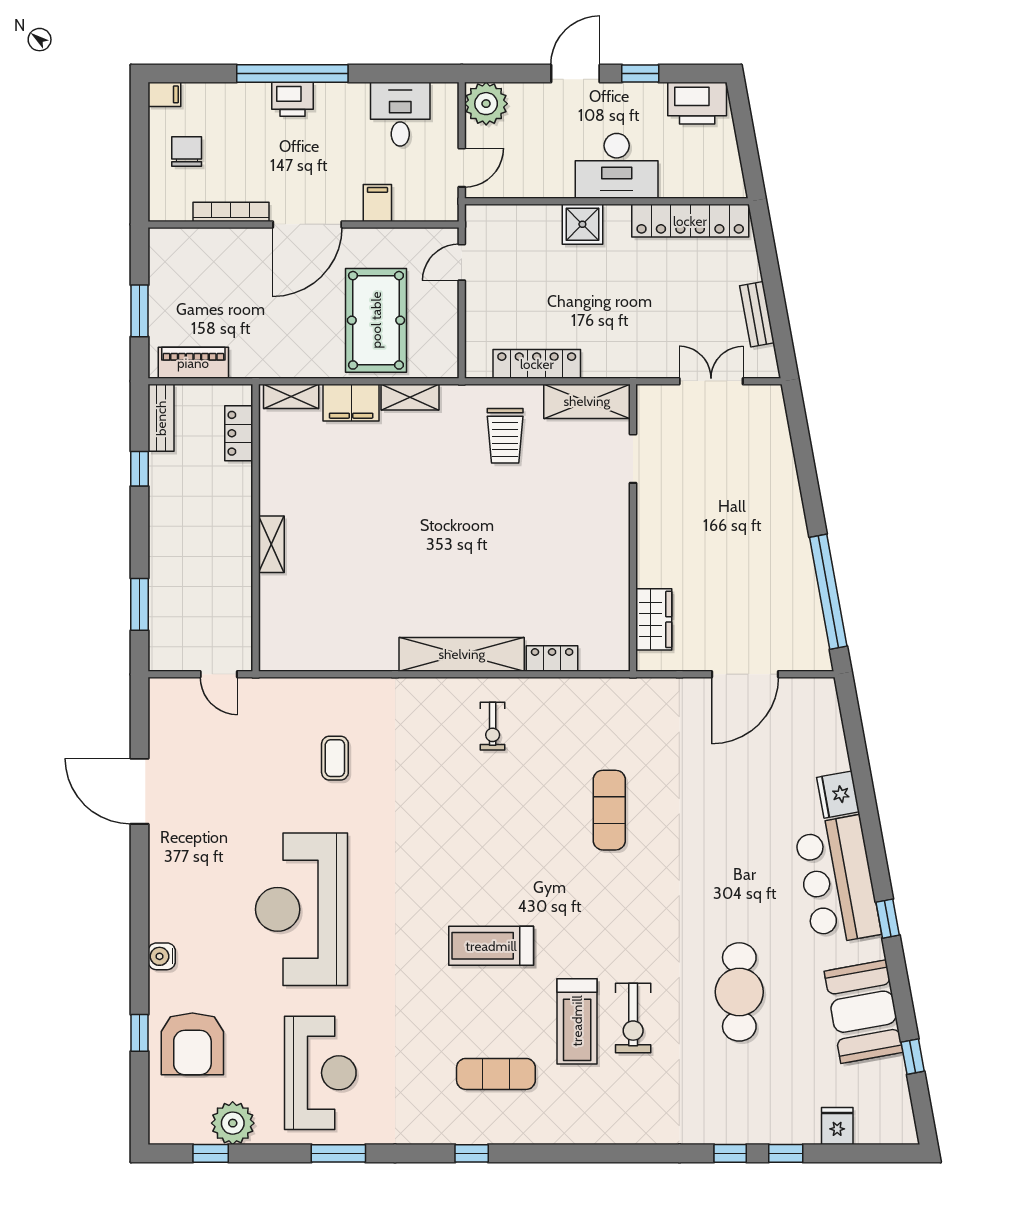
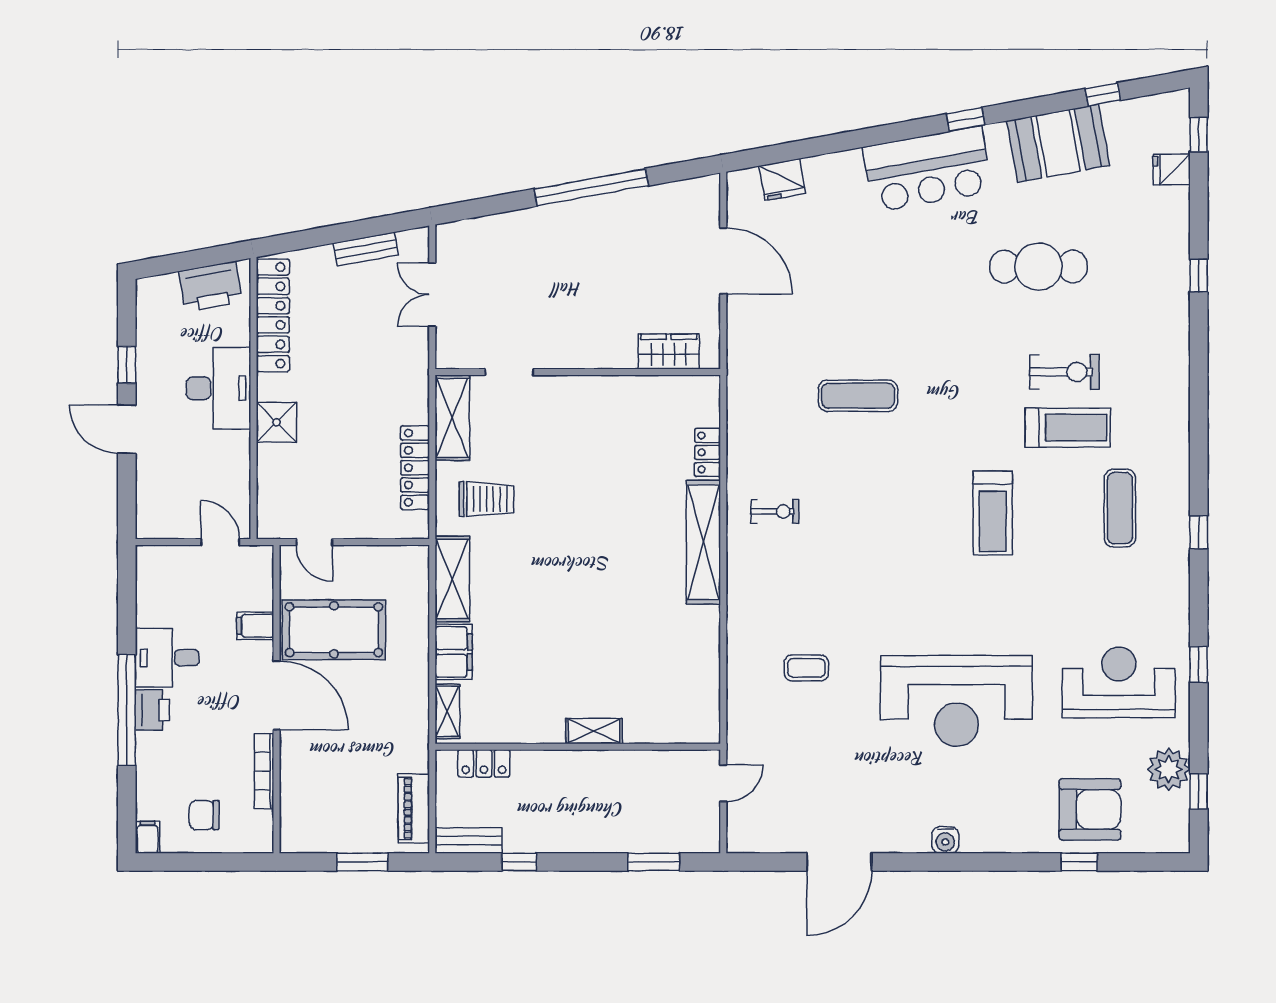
printer: (697, 103) -> (211, 286), moved, turned 80
plant: (486, 104) -> (157, 518), removed
desk: (400, 114) -> (167, 658), moved
pool table: (376, 320) -> (334, 630), moved
shelving: (410, 397) -> (452, 579), width x1.50, depth x1.33
window: (828, 592) -> (591, 187), moved
fridge: (838, 795) -> (782, 180), moved
water cooler: (162, 956) -> (945, 840), moved
window: (338, 1153) -> (1199, 665), width x0.67
window: (786, 1153) -> (1199, 135), moved

